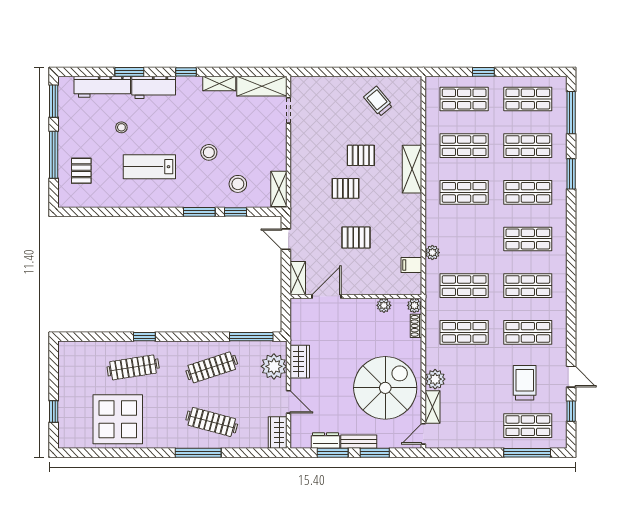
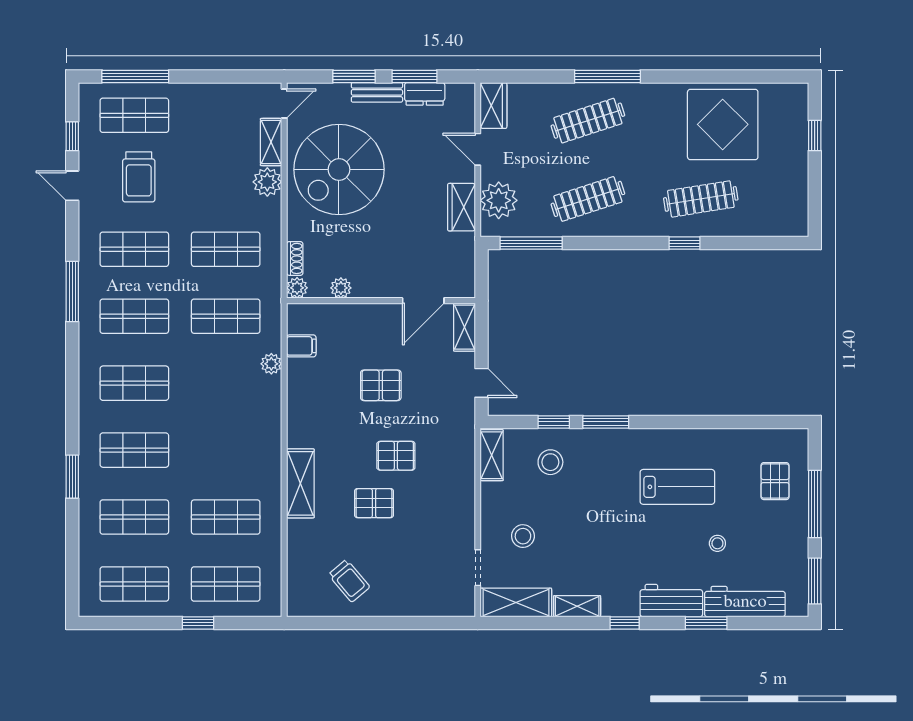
window: (571, 113) -> (72, 291), moved
stool: (209, 152) -> (523, 536), moved
shop shelf: (464, 192) -> (226, 450), removed
clothes rail: (212, 422) -> (588, 121), turned -33

